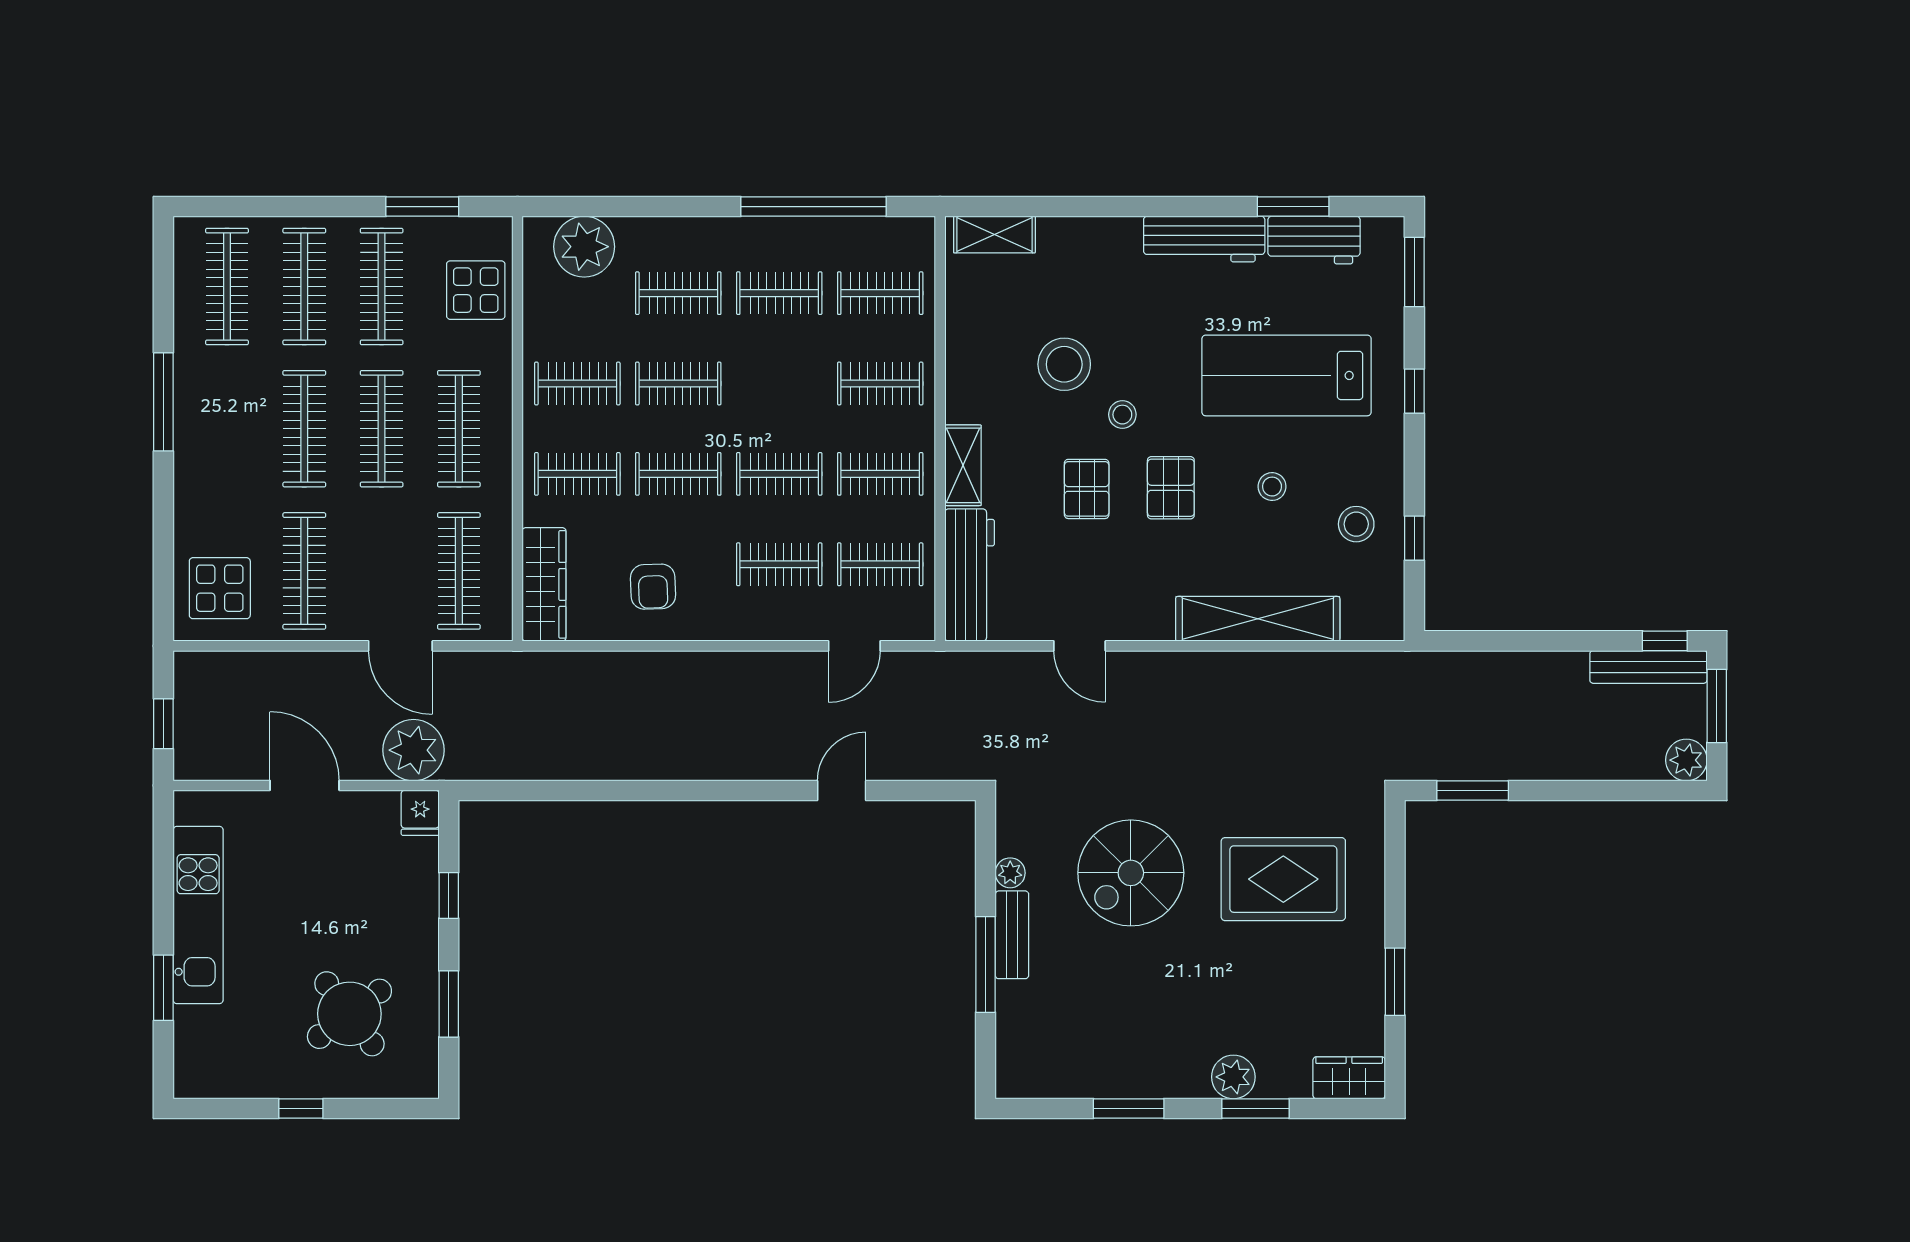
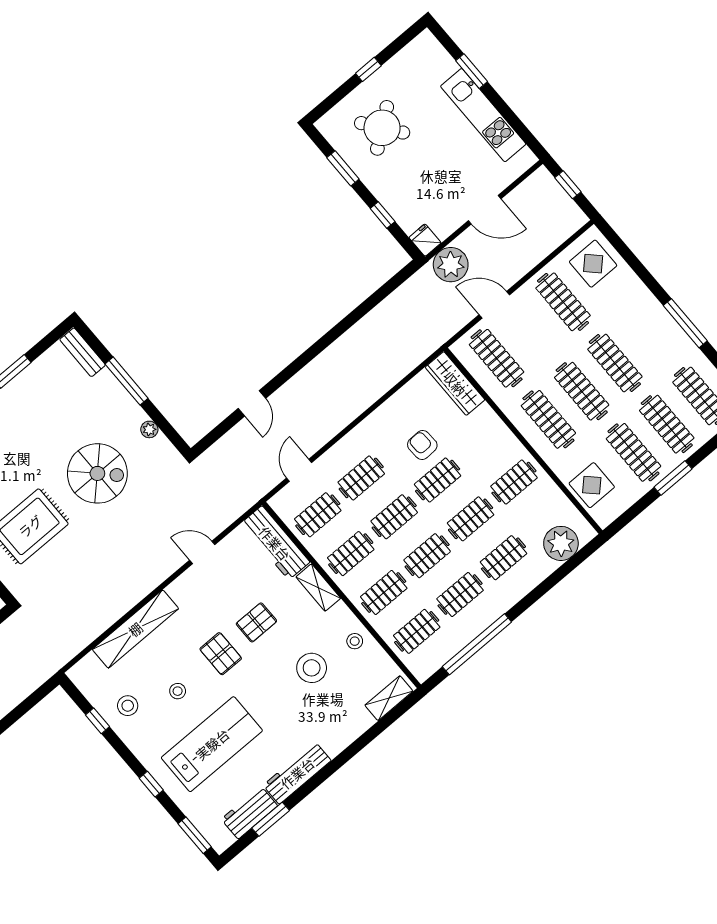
window: (422, 207) -> (673, 478), moved
stool: (1122, 415) -> (355, 641), moved
clothes rail: (577, 474) -> (427, 556), moved
pallet: (1087, 489) -> (256, 622), turned 90
armchair: (653, 587) -> (422, 445), moved
spiral stairs: (1131, 873) -> (97, 473), turned 90
bench: (1012, 935) -> (83, 352), moved

